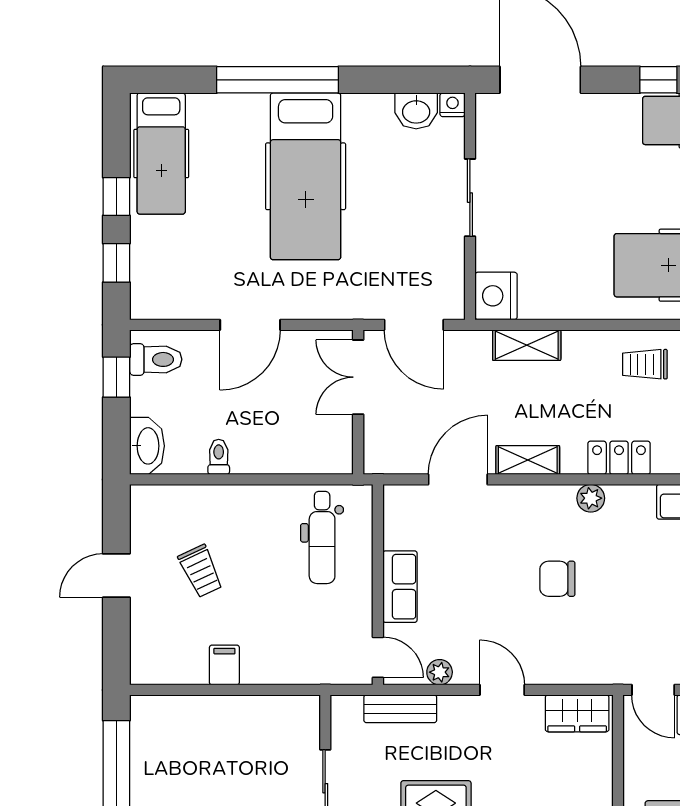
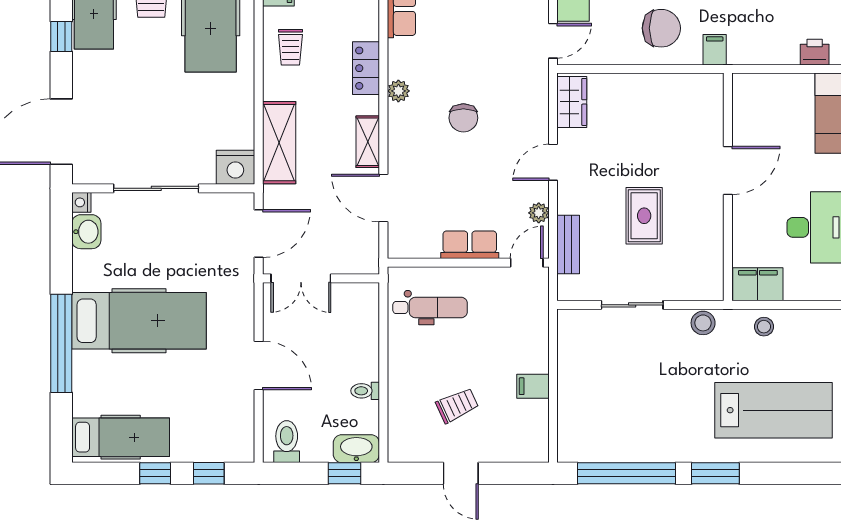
sliding door: (470, 198) -> (156, 188), width x1.37
shelving: (527, 345) -> (279, 143), width x1.50, depth x1.33
window: (116, 377) -> (345, 473), moved

